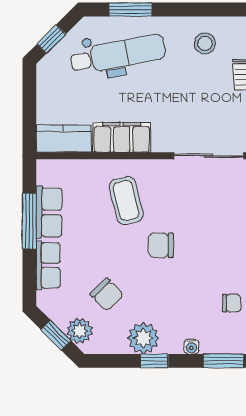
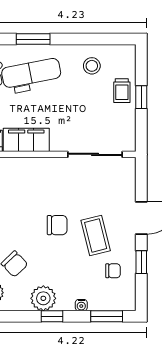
coffee table: (126, 200) -> (96, 236), moved
chair: (161, 245) -> (57, 225), turned 180

